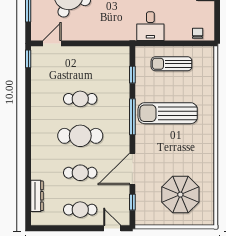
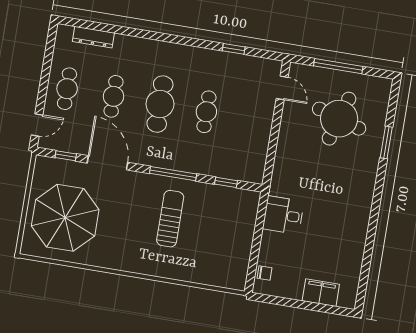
window: (28, 59) -> (234, 49), moved
sun lounger: (171, 64) -> (232, 234), removed
sun lounger: (168, 113) -> (170, 219), width x0.73, depth x0.75
parasol: (180, 195) -> (65, 218), width x1.36, depth x1.36

